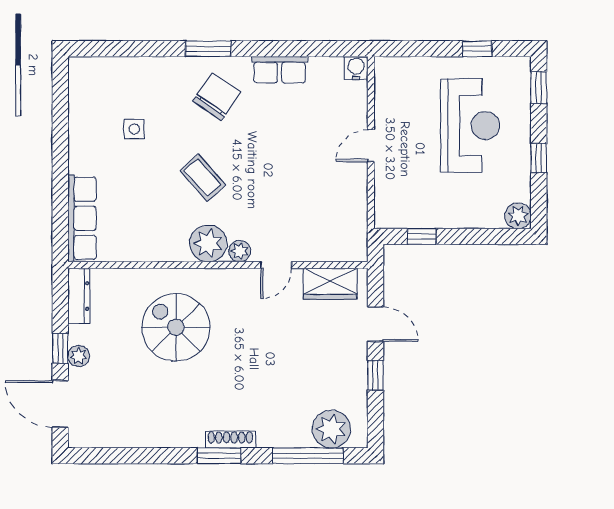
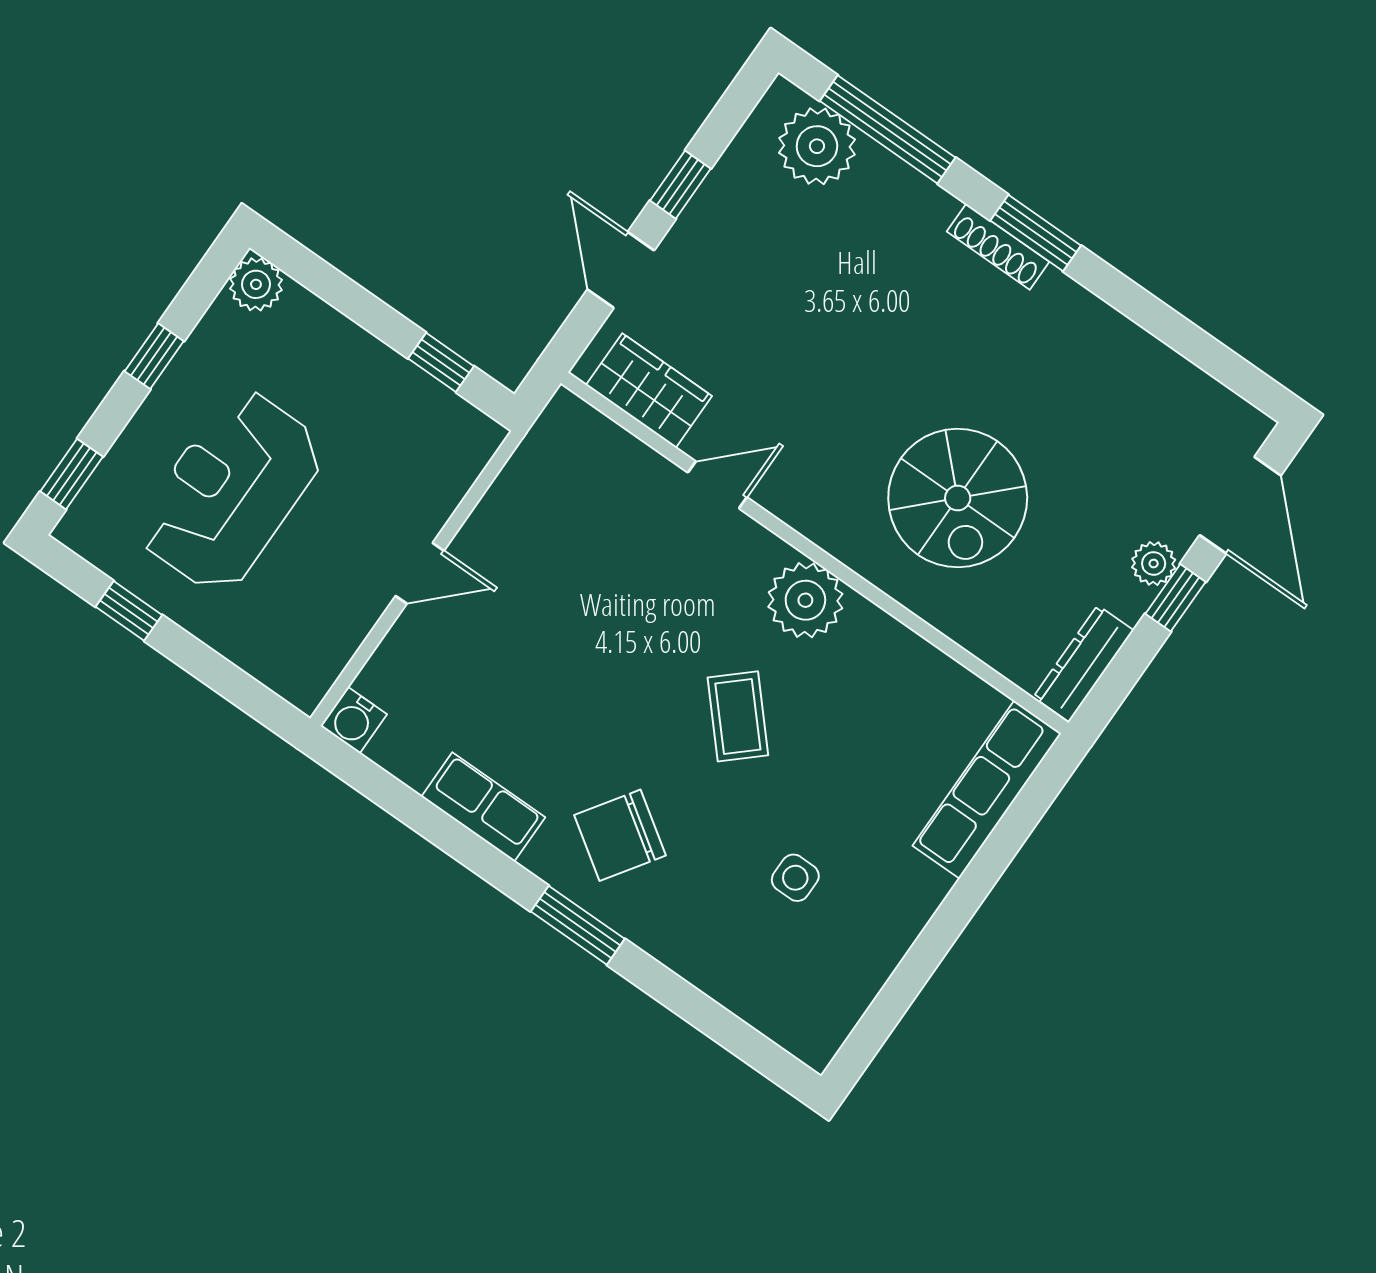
plant: (240, 251) -> (762, 551), removed

